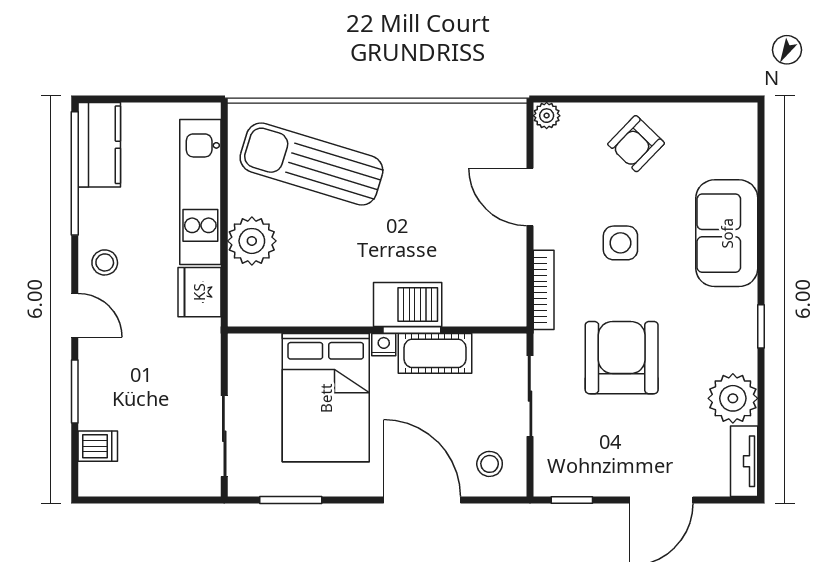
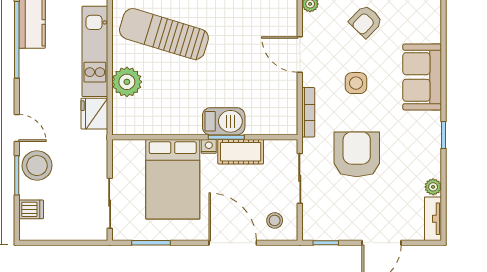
stool: (105, 262) -> (37, 166), moved, width x1.89, depth x1.89
plant: (733, 398) -> (433, 187), width x0.53, depth x0.53

